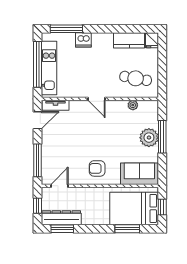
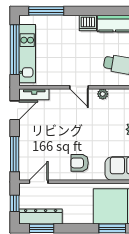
dishwasher: (83, 40) -> (88, 23), moved
plant: (133, 105) -> (103, 94), moved

